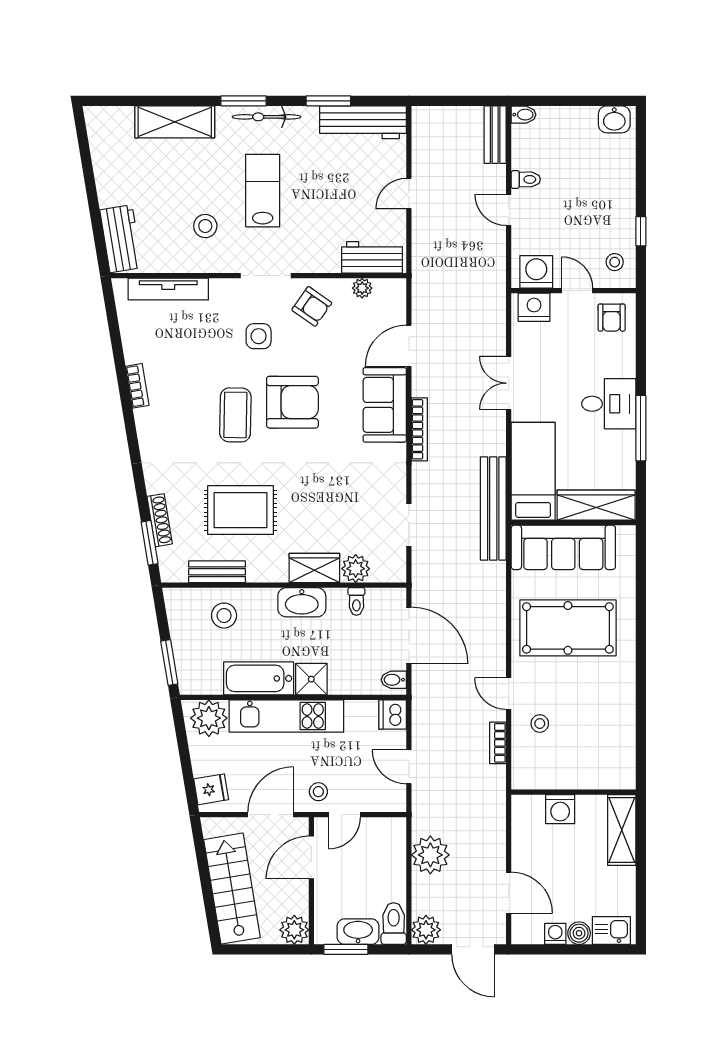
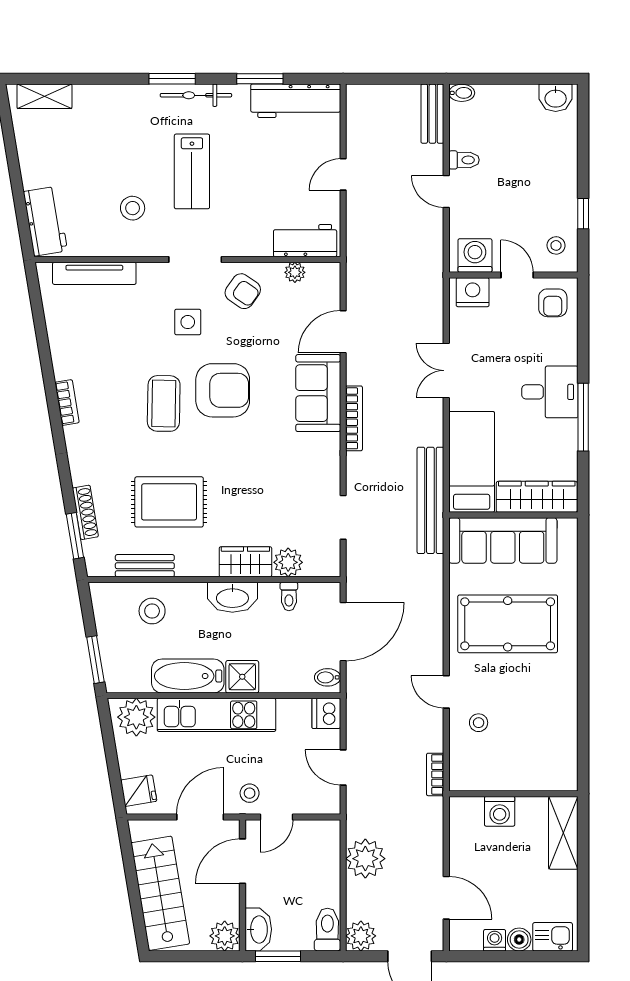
shelving: (175, 122) -> (44, 96), moved, width x0.67, depth x0.75
lab bench: (263, 191) -> (192, 171), turned 180
bookcase: (137, 386) -> (67, 402), moved
door: (409, 636) -> (343, 632), hinge flipped
bookcase: (498, 743) -> (435, 774), moved
washbasin: (358, 932) -> (258, 929), moved, turned 90

